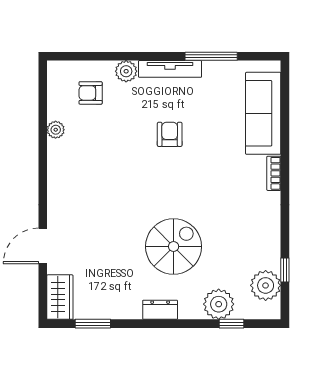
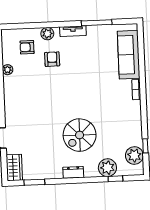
tv unit: (170, 69) -> (73, 31), width x0.71
armchair: (170, 134) -> (52, 59), moved
spiral stairs: (174, 247) -> (80, 135), turned 180

